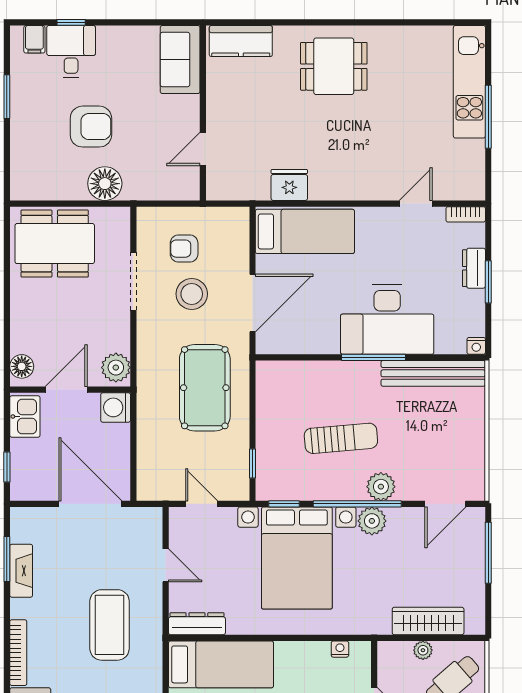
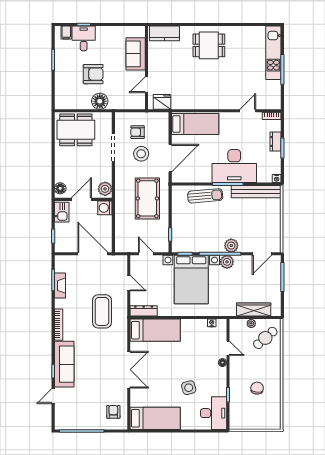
sofa: (180, 60) -> (136, 54), moved
fridge: (289, 185) -> (162, 102), moved
sun lounger: (341, 438) -> (205, 196), moved

